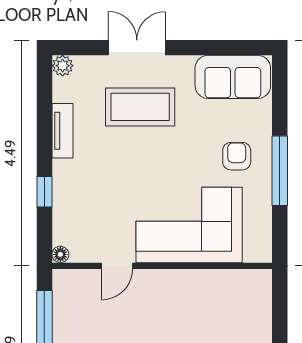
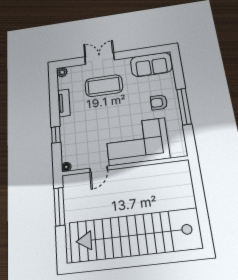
armchair: (237, 156) -> (159, 102), turned -90

